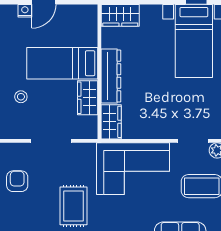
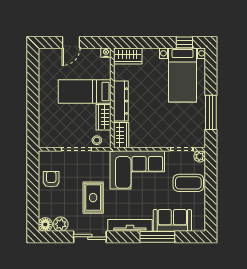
nightstand: (25, 11) -> (106, 53), moved
stool: (21, 97) -> (97, 140), moved

